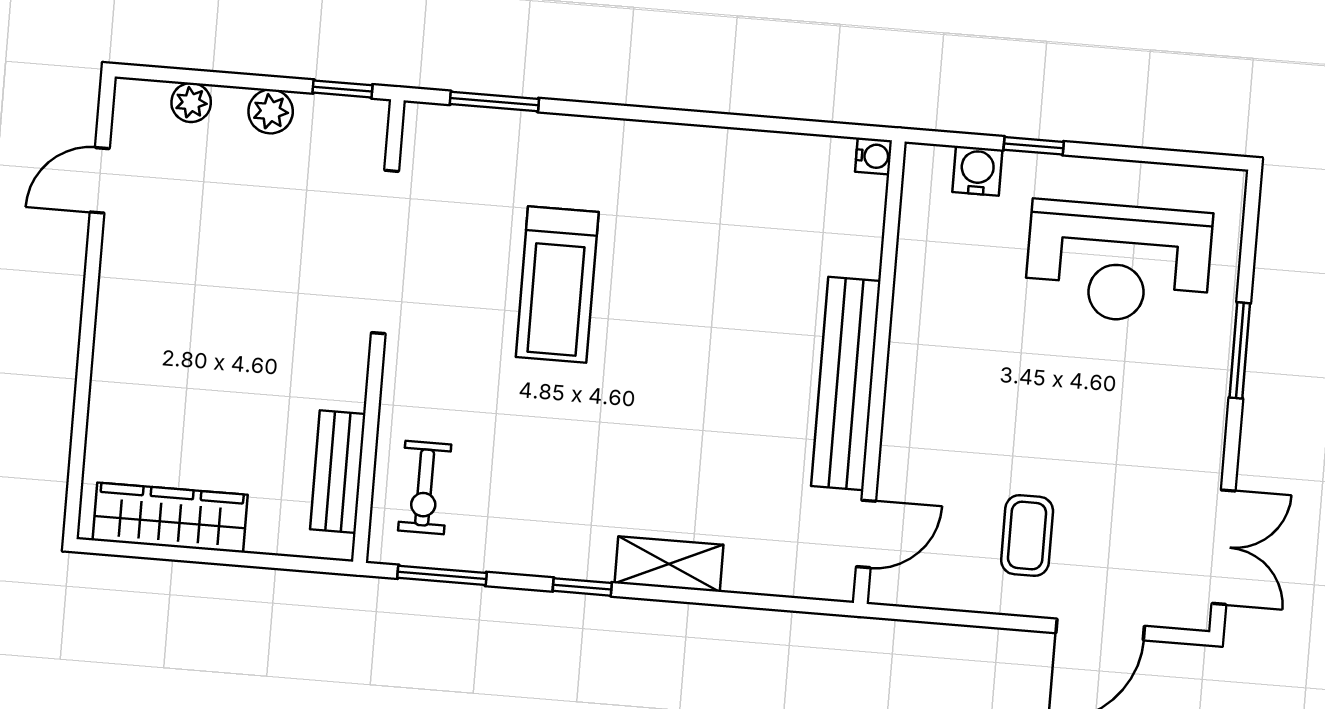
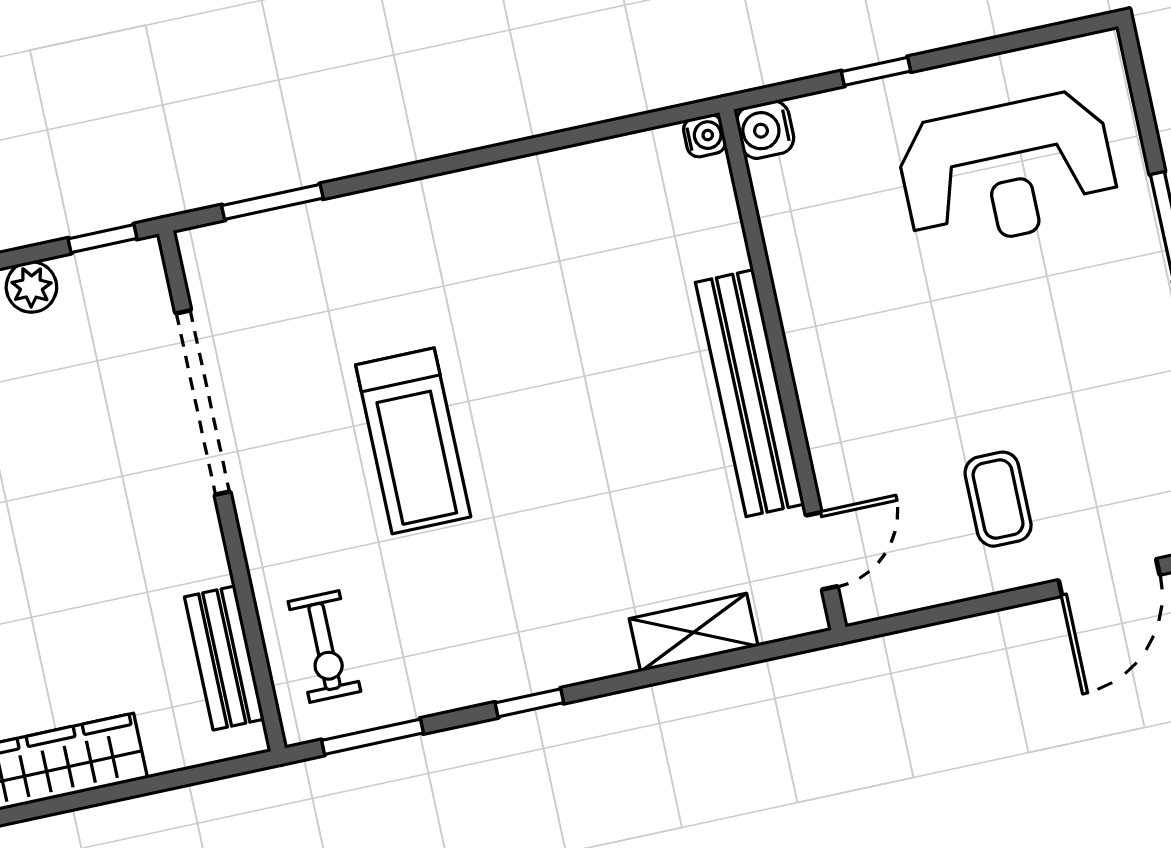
water cooler: (977, 171) -> (765, 130), moved, turned -90
treadmill: (557, 284) -> (413, 441), moved
shelving: (669, 564) -> (694, 632), moved

